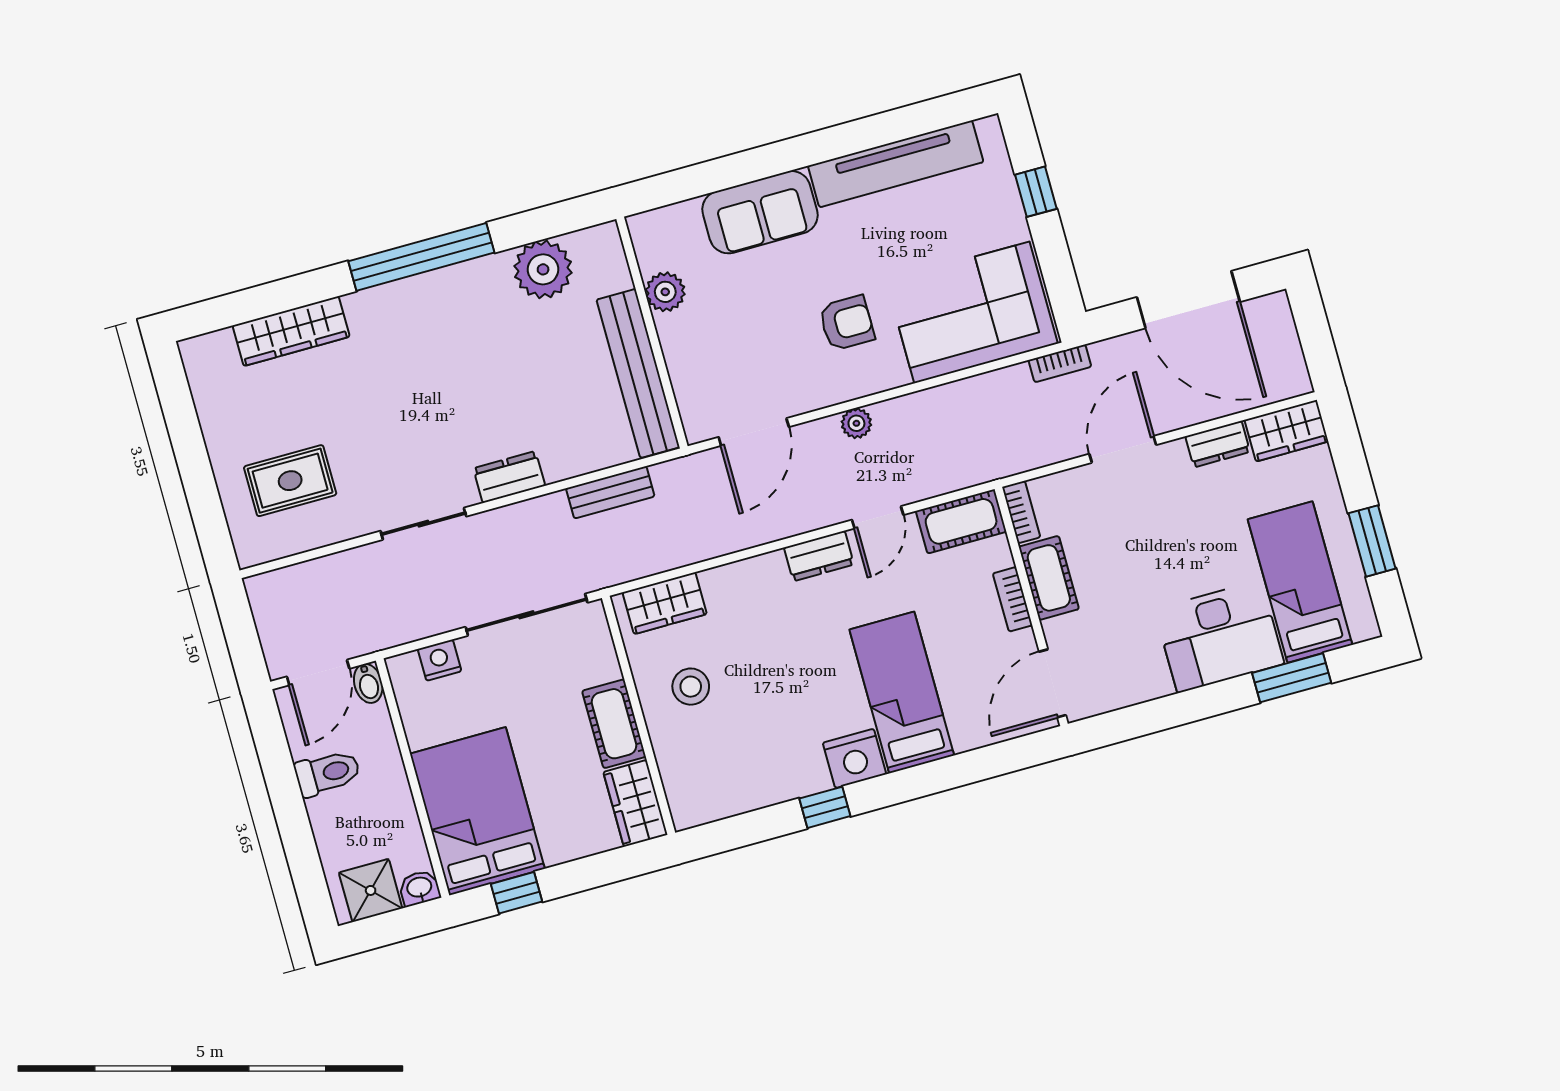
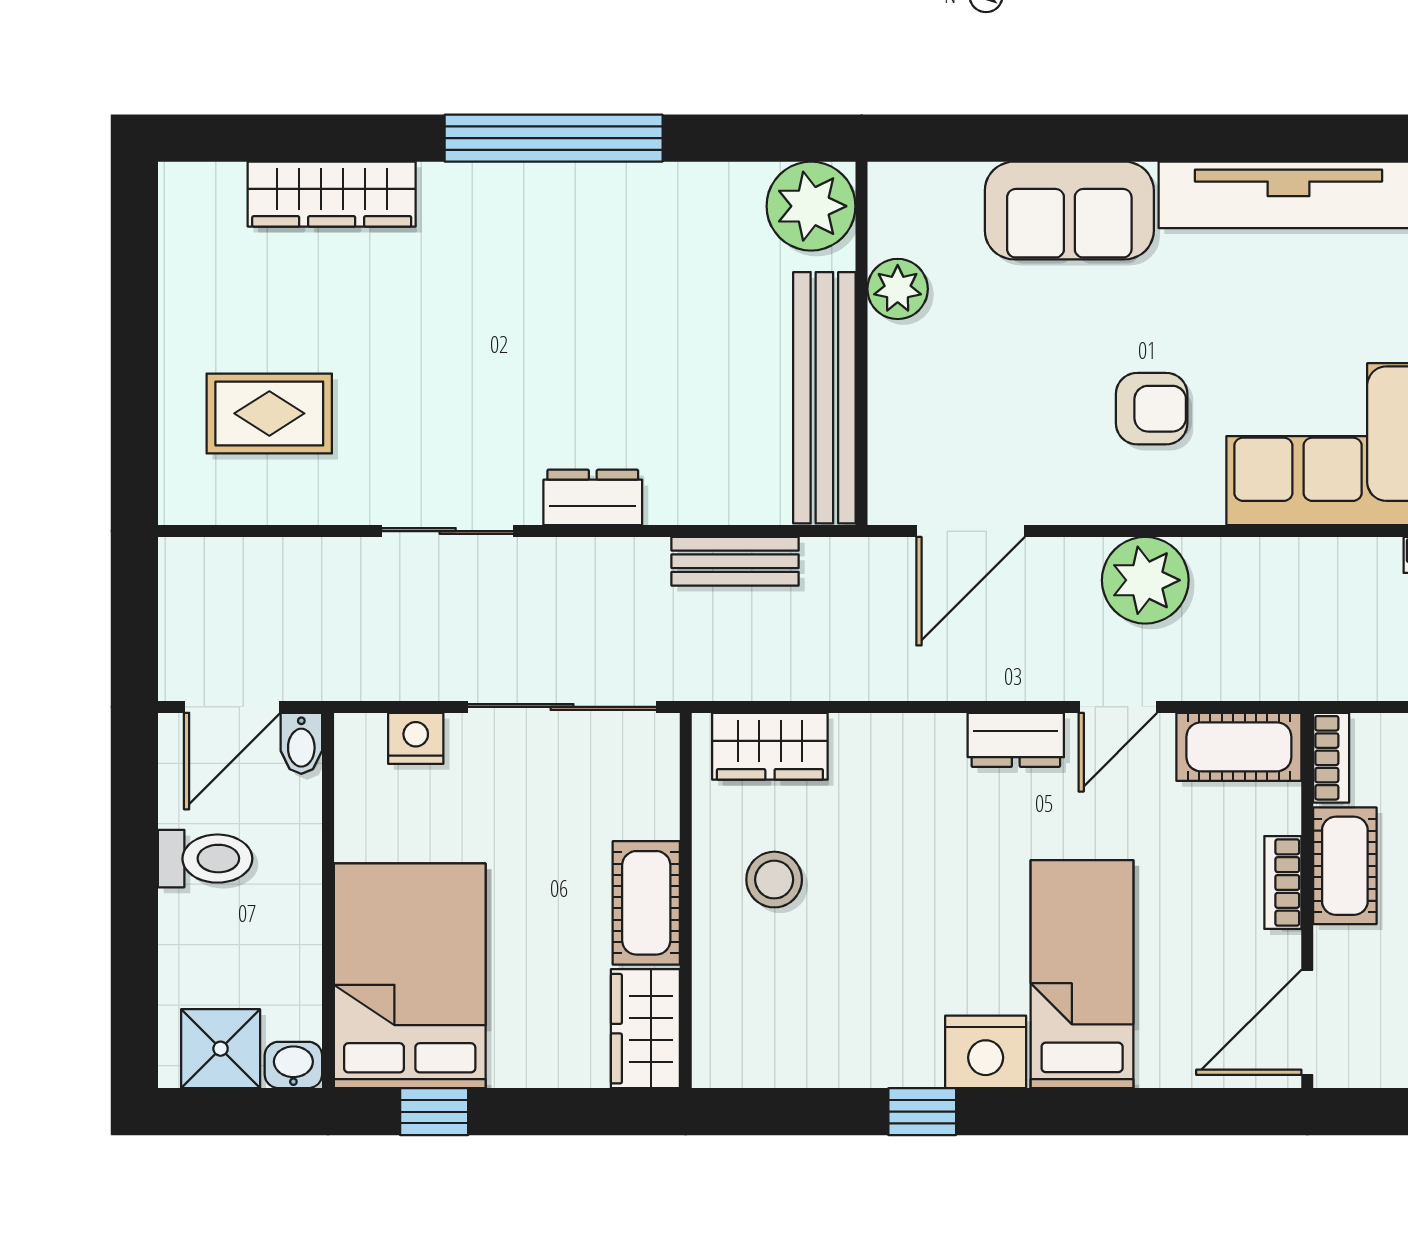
plant: (543, 269) -> (811, 206), moved
plant: (856, 423) -> (1145, 580), width x1.88, depth x1.88

